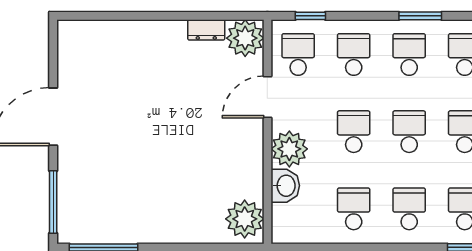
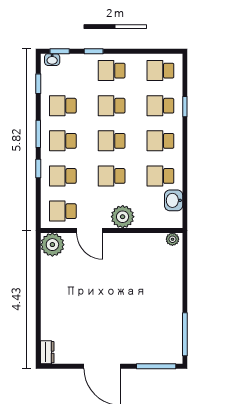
window: (310, 16) -> (38, 168), moved
dresser: (206, 30) -> (47, 352), moved
washbasin: (285, 186) -> (174, 200), moved, turned -90
plant: (245, 219) -> (172, 239), width x0.53, depth x0.53

